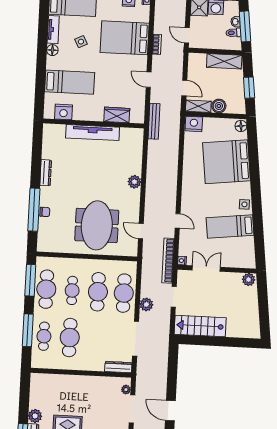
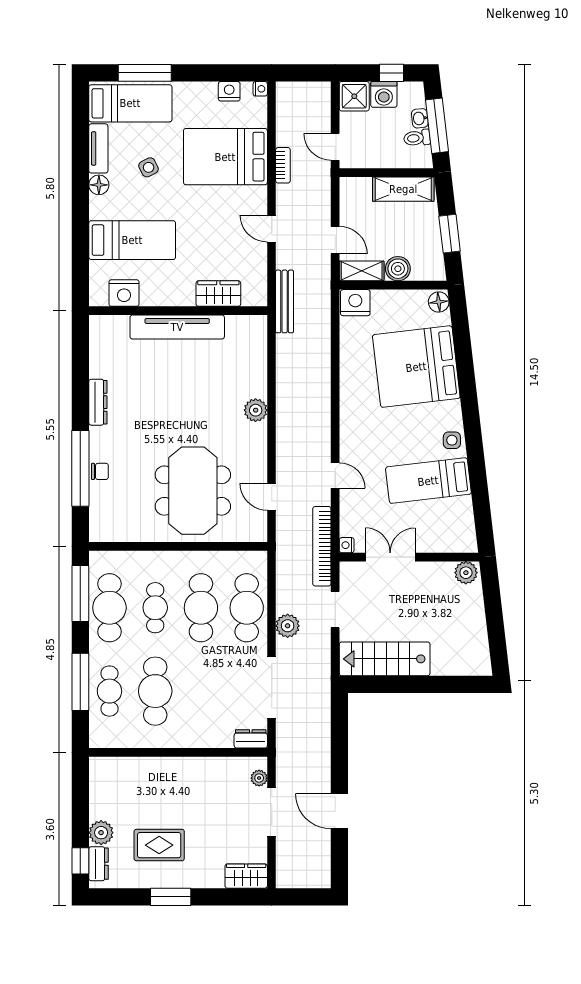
dresser: (118, 367) -> (251, 739), width x0.70

